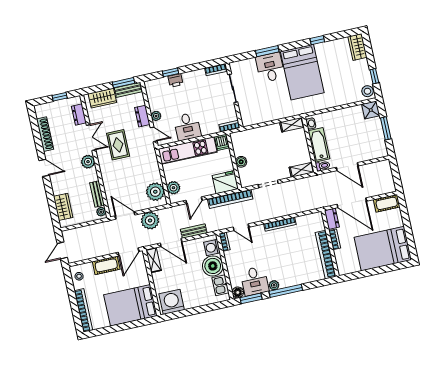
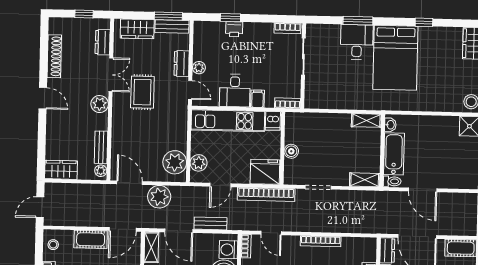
filing cabinet: (206, 128) -> (258, 99), added
wardrobe: (63, 207) -> (61, 170), moved, turned -90

